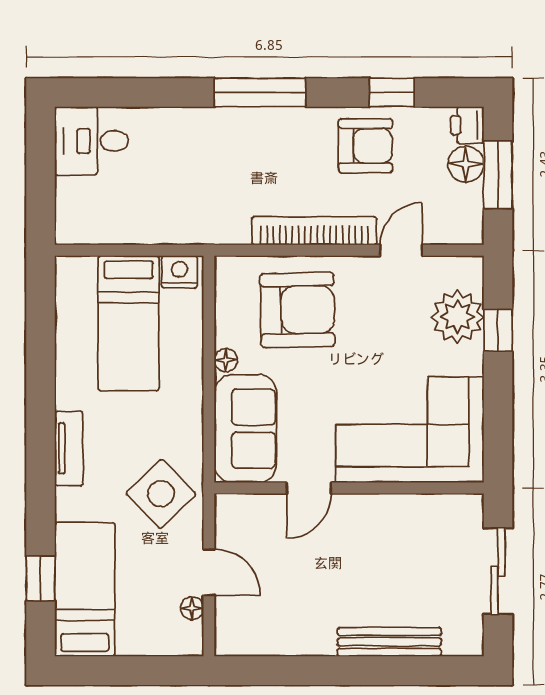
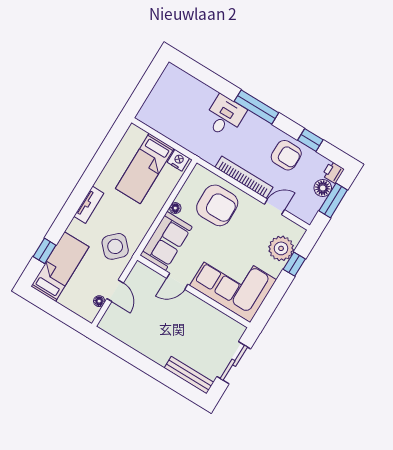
desk: (92, 141) -> (225, 116), moved, turned 90
bench: (389, 642) -> (189, 375), moved

